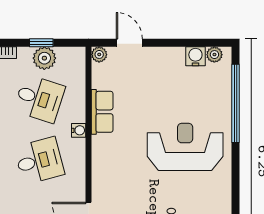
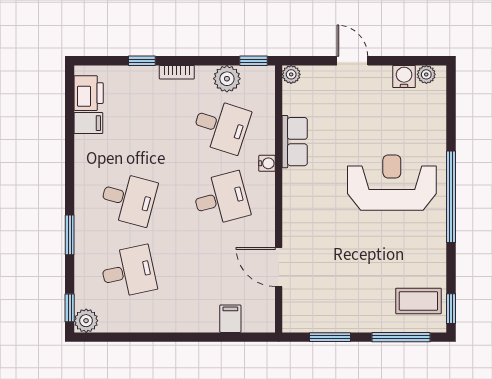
window: (41, 43) -> (254, 61), moved
door: (129, 43) -> (352, 61), moved
window: (236, 103) -> (451, 197), moved

